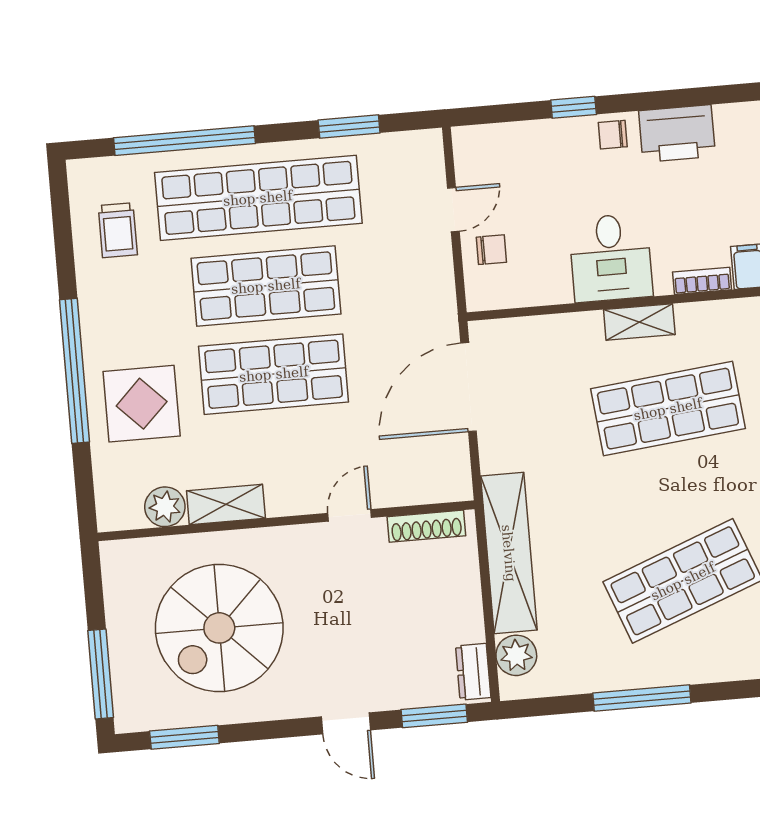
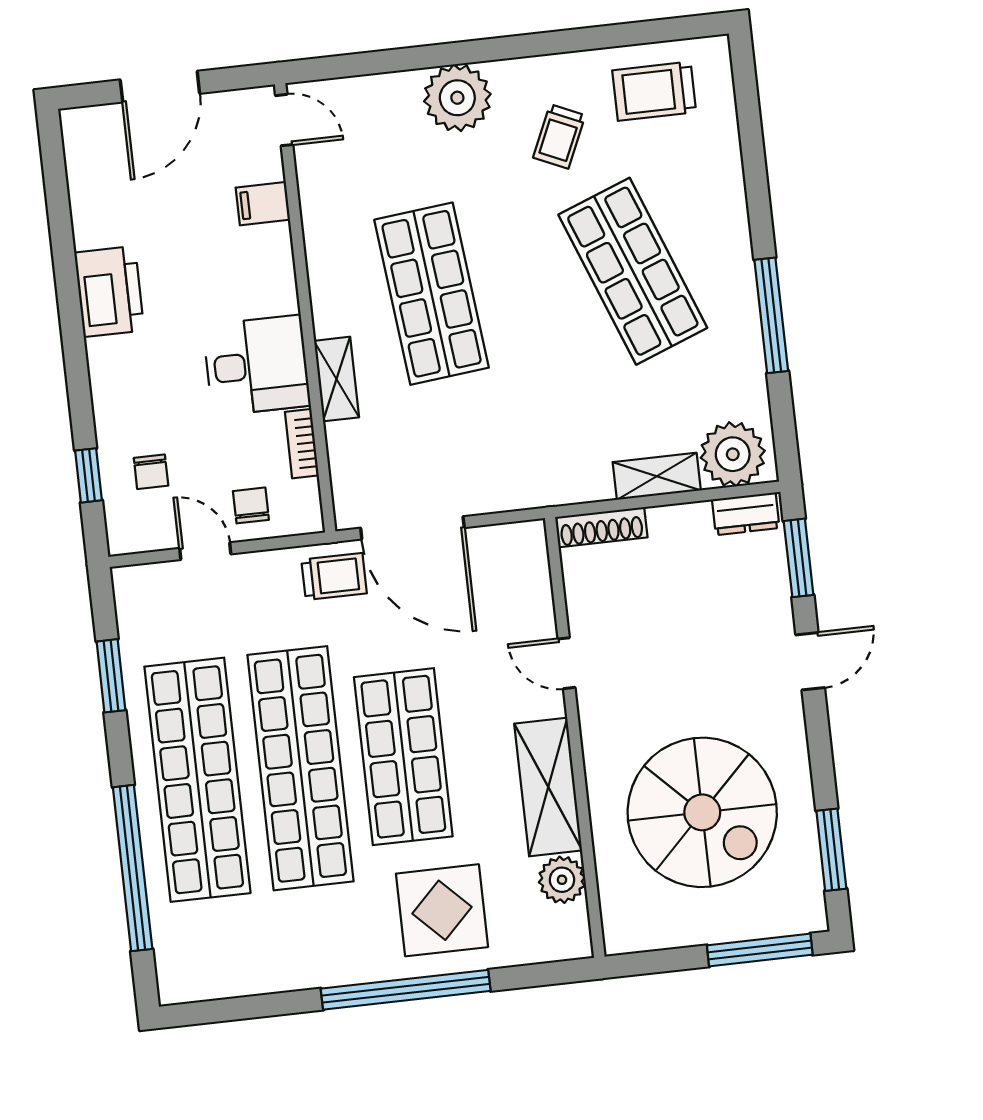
window: (574, 107) -> (89, 475), moved
chair: (613, 135) -> (151, 472), moved
trolley: (118, 230) -> (334, 576), moved
bookcase: (702, 281) -> (302, 444), moved
shop shelf: (266, 286) -> (300, 768), width x1.40
shelving: (639, 322) -> (337, 379), moved
shelving: (226, 504) -> (548, 787), width x1.50, depth x1.33
shoe rack: (426, 526) -> (601, 527), moved, turned 90
shelving: (509, 553) -> (657, 476), width x0.45, depth x0.75
plant: (516, 655) -> (733, 454), width x1.36, depth x1.36

